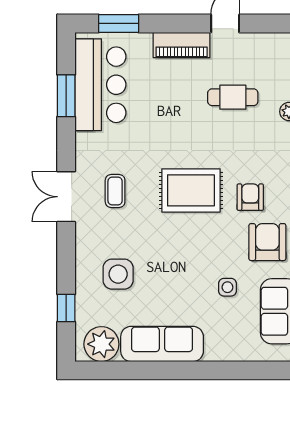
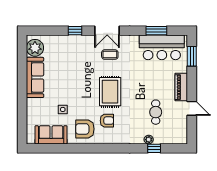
double door: (66, 197) -> (107, 31), swing flipped
armchair: (267, 242) -> (85, 129), turned 180
side table: (118, 274) -> (69, 56), removed
window: (66, 308) -> (75, 31), moved

